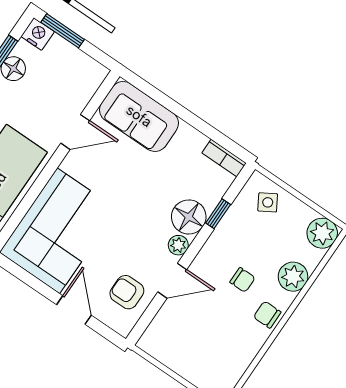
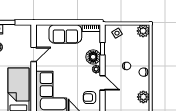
sofa: (139, 116) -> (65, 34), moved
plant: (293, 277) -> (143, 97), moved
door: (172, 281) -> (103, 83), hinge flipped

